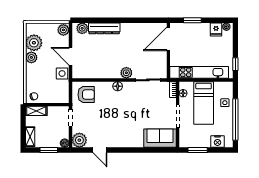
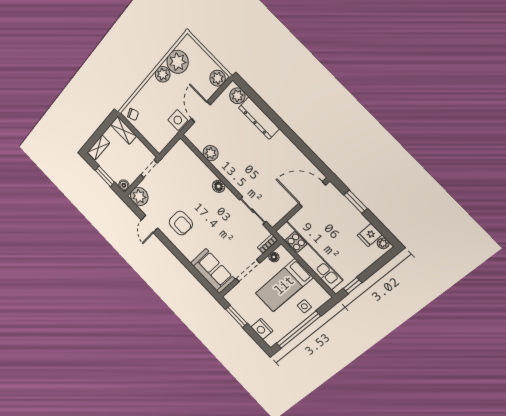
plant: (126, 73) -> (211, 153), moved
armchair: (86, 95) -> (181, 223), moved

